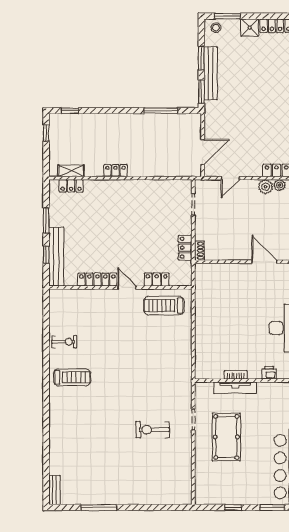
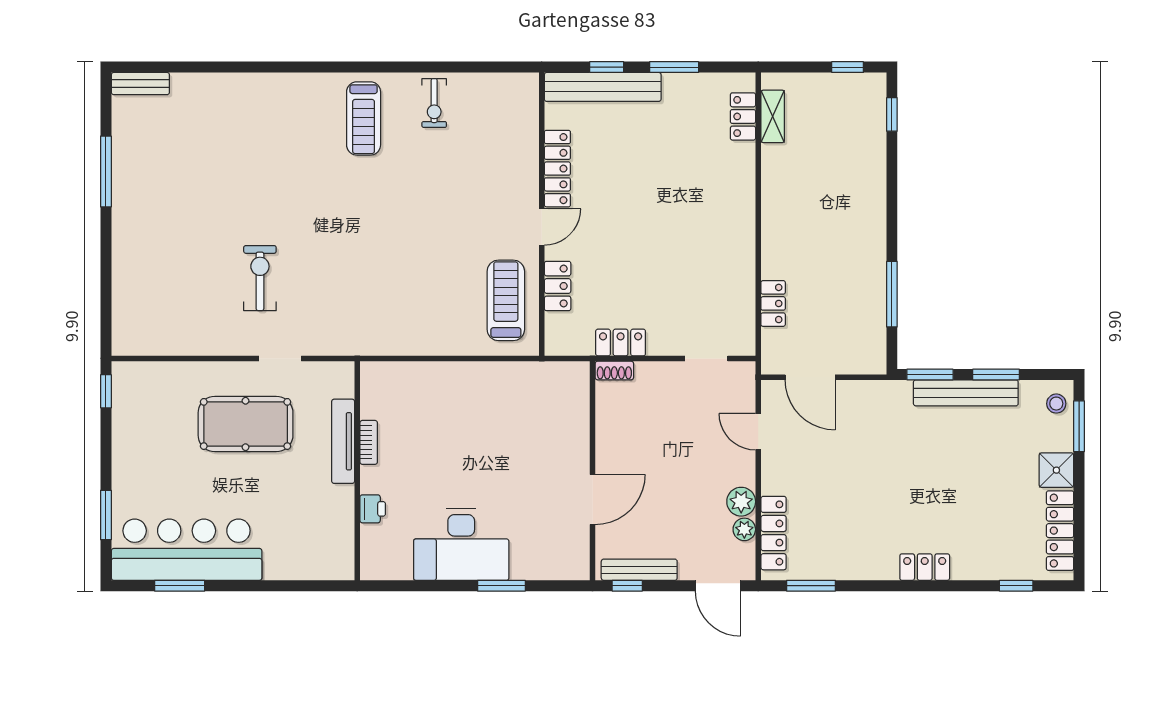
locker: (115, 171) -> (773, 303), moved
window: (233, 507) -> (106, 391), moved

